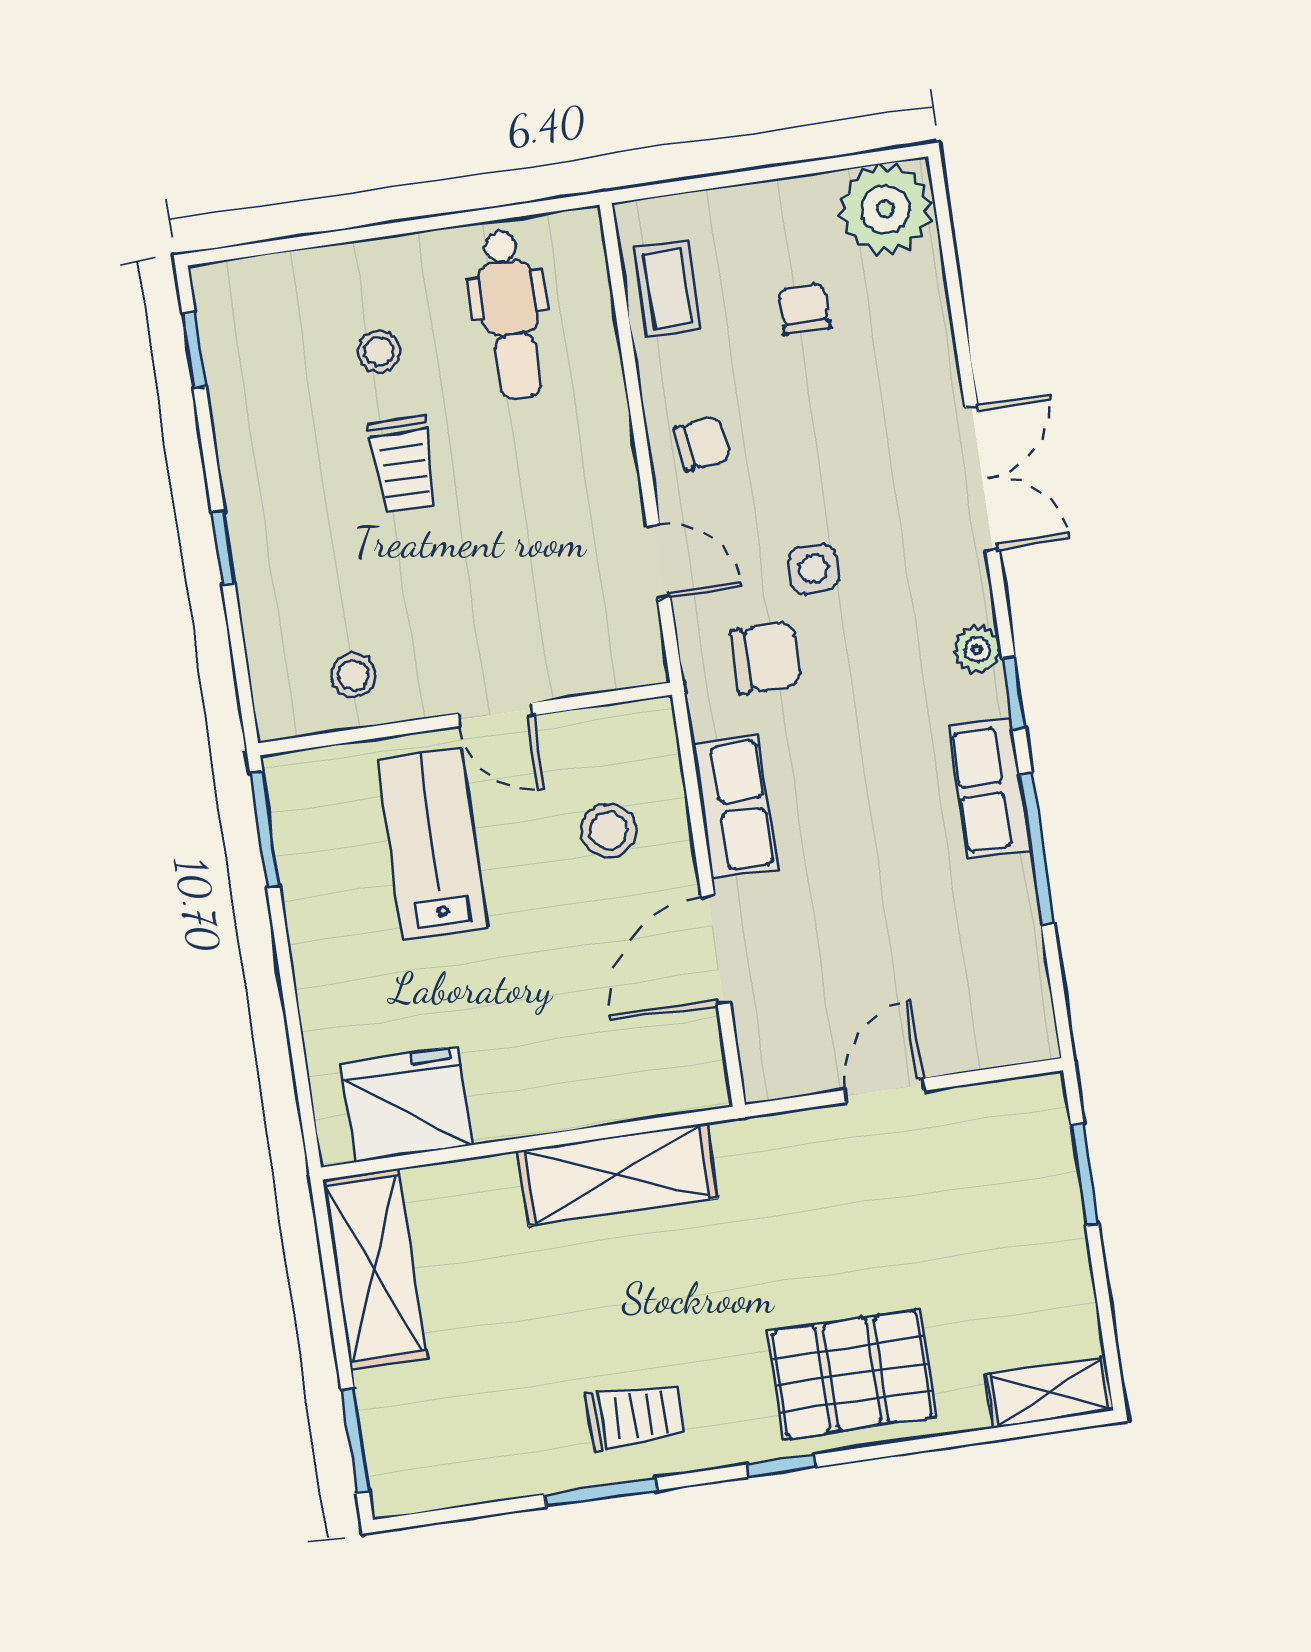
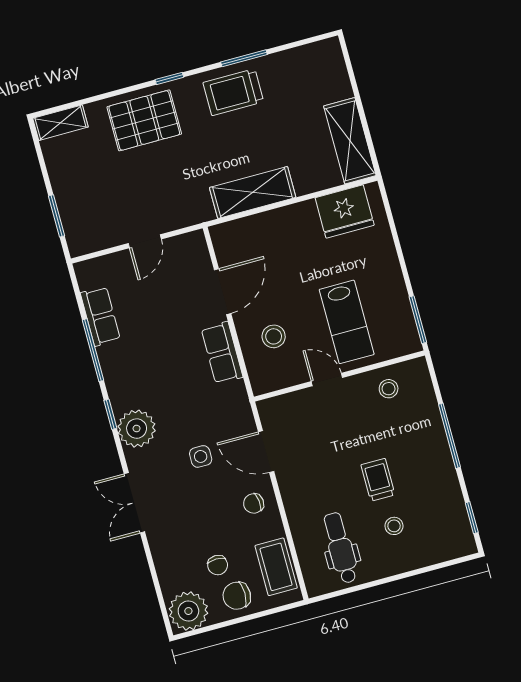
coffee table: (667, 288) -> (276, 567), width x1.36, depth x1.30
window: (223, 548) -> (449, 436), width x2.17
door: (659, 562) -> (266, 452), width x1.38
plant: (977, 649) -> (137, 429), width x1.88, depth x1.88
chair: (766, 658) -> (237, 596), moved
row of seats: (990, 789) -> (100, 316), moved
trolley: (635, 1416) -> (233, 92), width x1.36, depth x1.39
window: (355, 1440) -> (349, 68), removed

